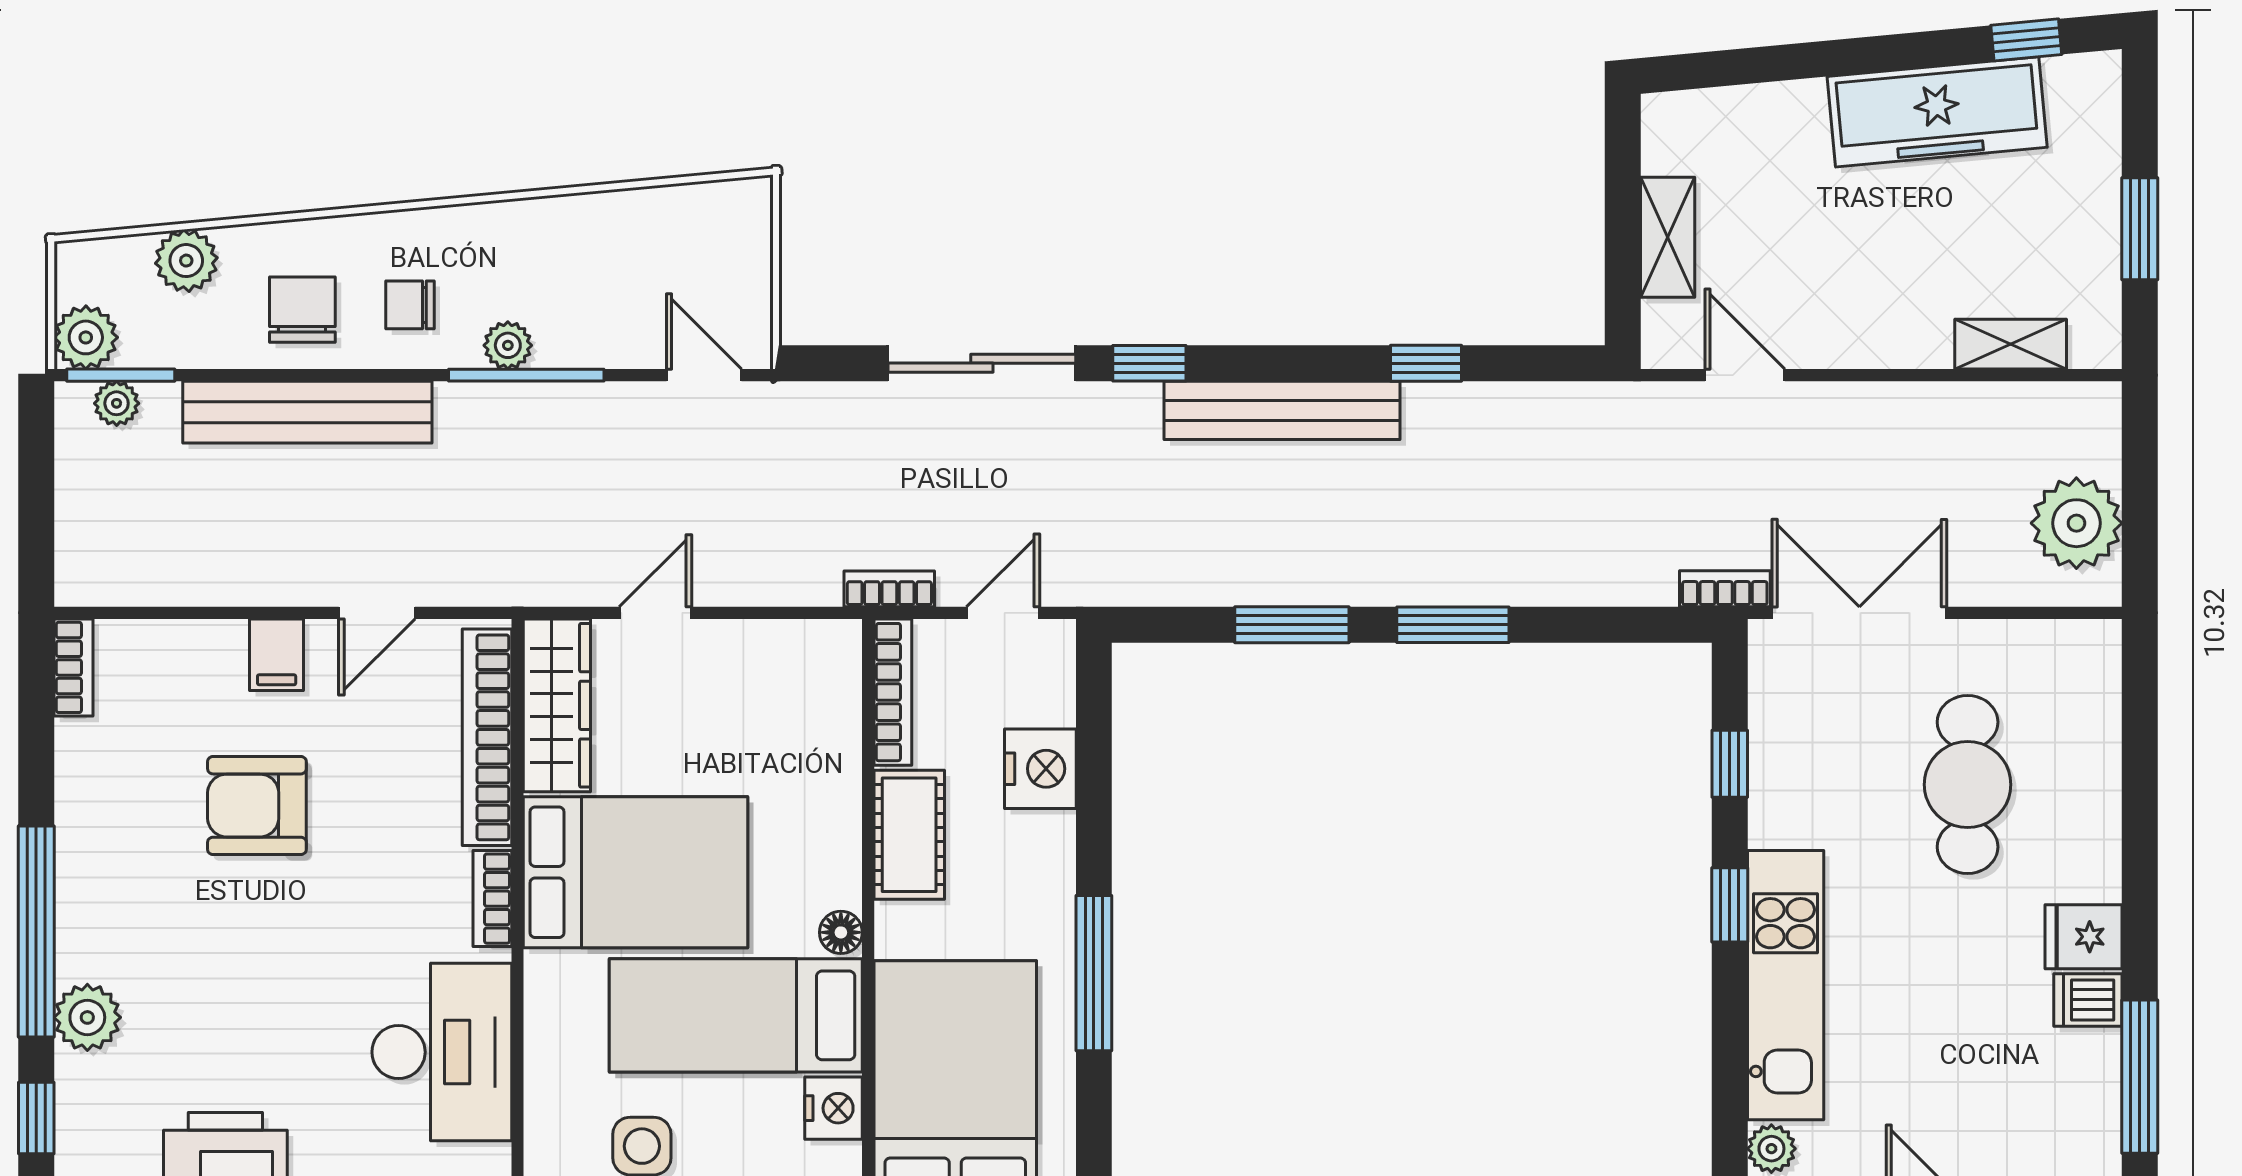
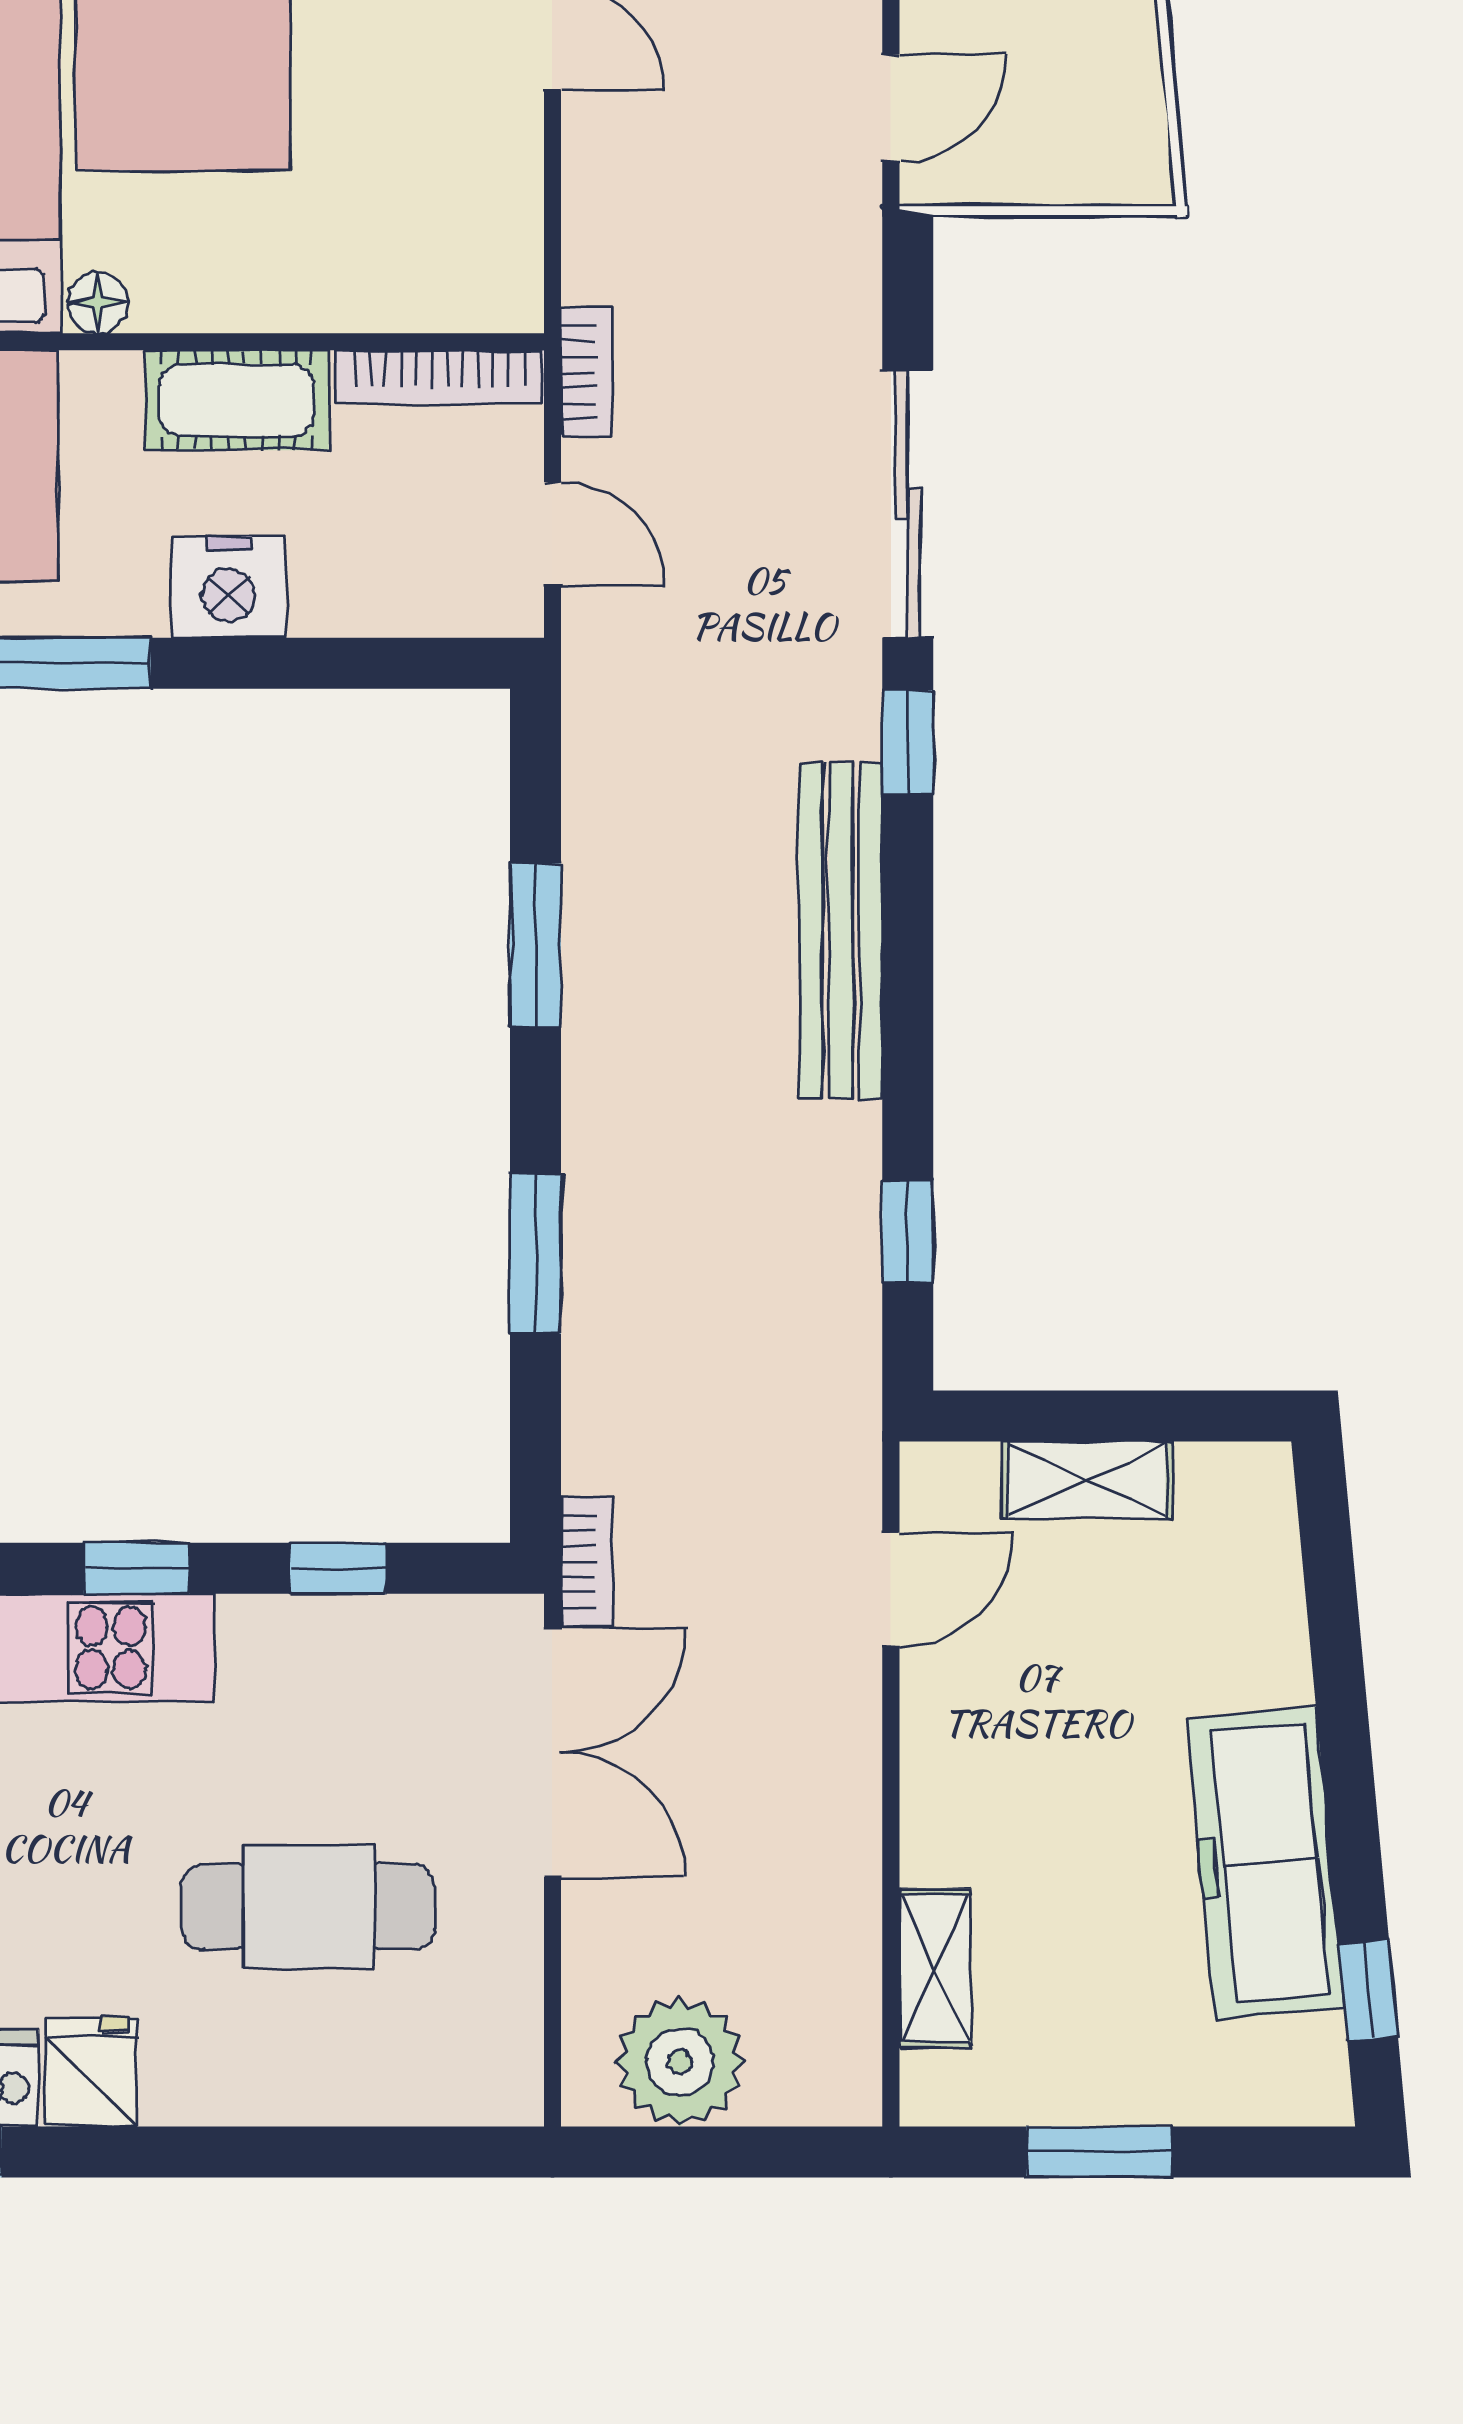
window: (1426, 363) -> (908, 1231), moved
window: (1453, 625) -> (536, 1254), moved
nightstand: (1040, 769) -> (229, 587), moved

